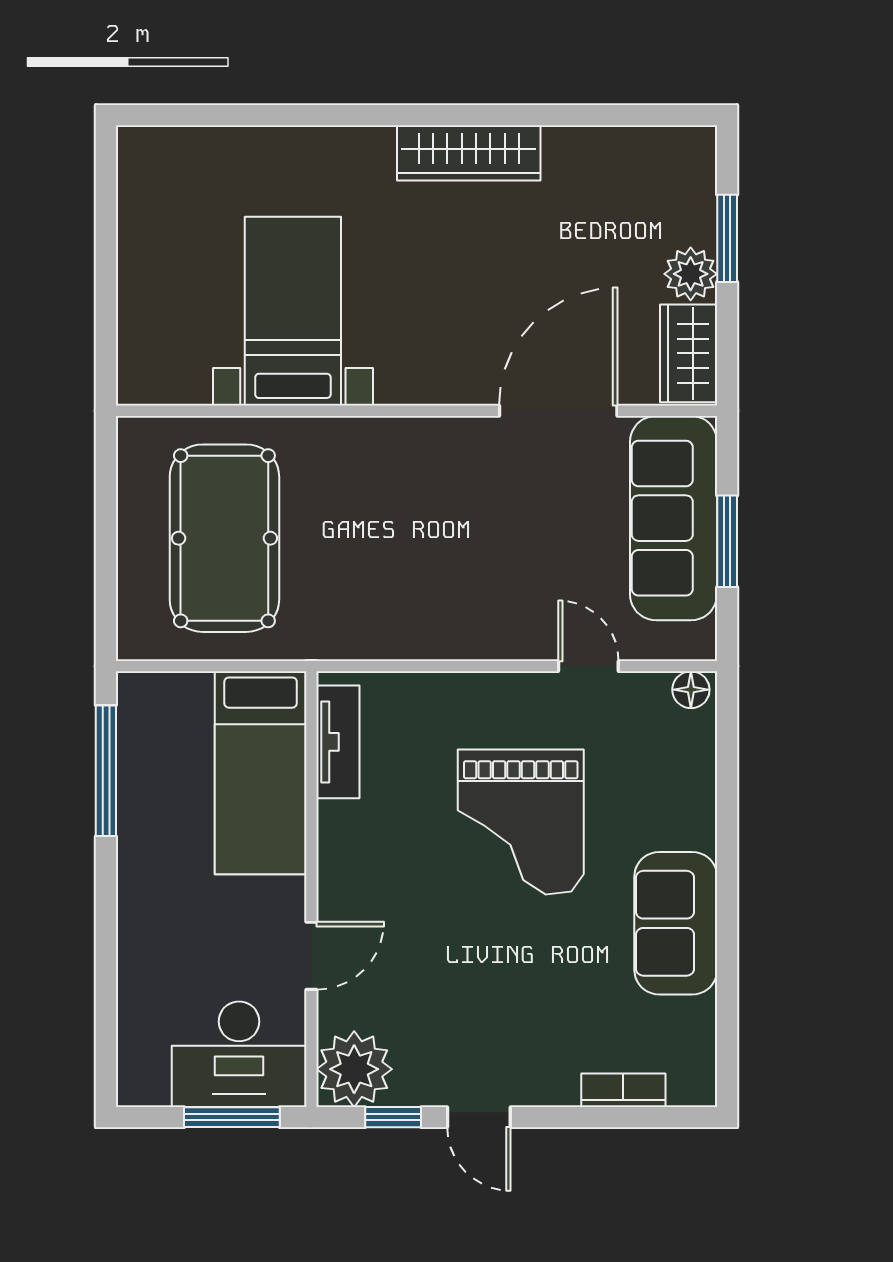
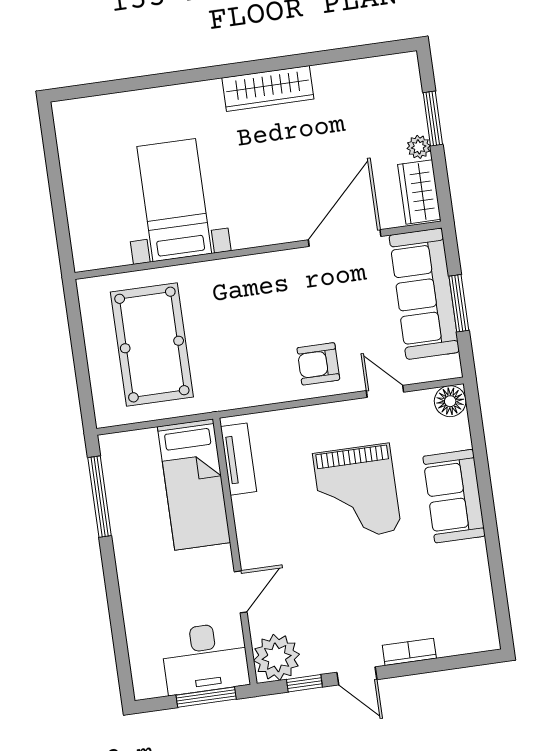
plant: (691, 274) -> (419, 147), width x0.73, depth x0.73
armchair: (488, 607) -> (318, 364), added
floor lamp: (691, 690) -> (450, 401), width x1.37, depth x1.37
sofa: (676, 923) -> (454, 496), moved
bookcase: (623, 1090) -> (409, 652), moved

